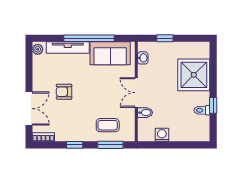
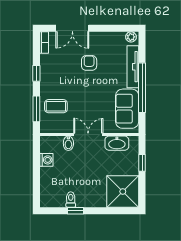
washbasin: (143, 58) -> (117, 143), width x1.91, depth x1.45
shower: (194, 75) -> (123, 191), moved
coffee table: (108, 125) -> (56, 106), turned 90

